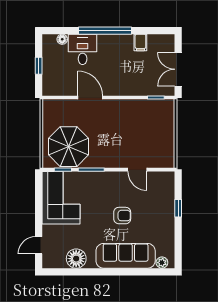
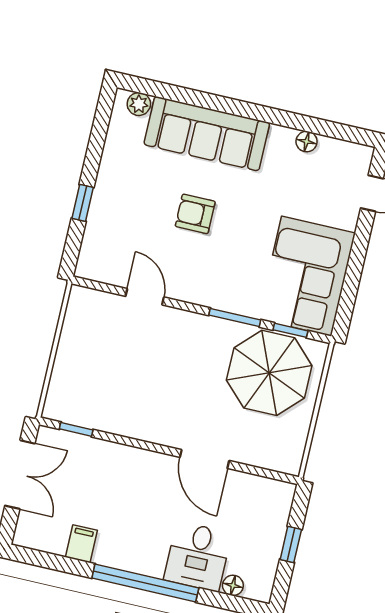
floor lamp: (76, 259) -> (307, 142), width x0.53, depth x0.53

